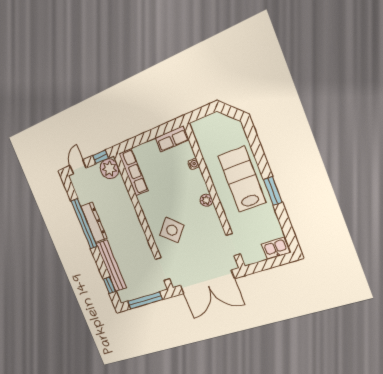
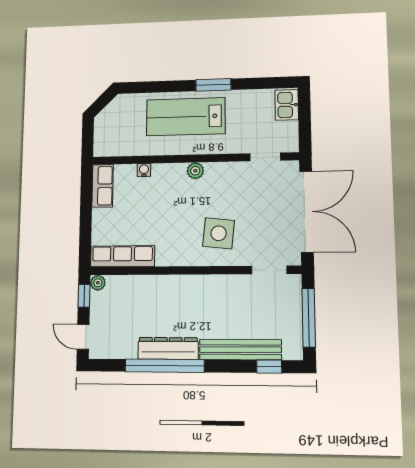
plant: (109, 169) -> (98, 283), width x0.53, depth x0.53
side table: (172, 230) -> (219, 233), turned -36

